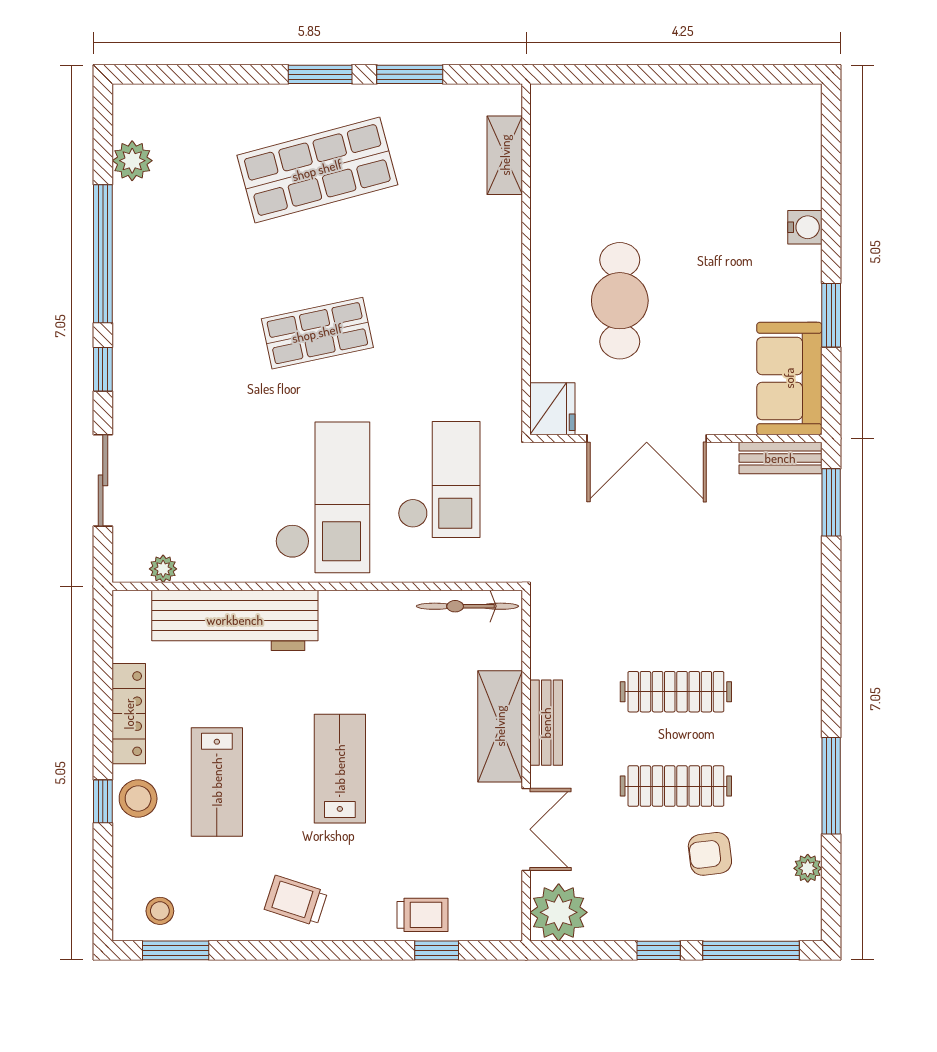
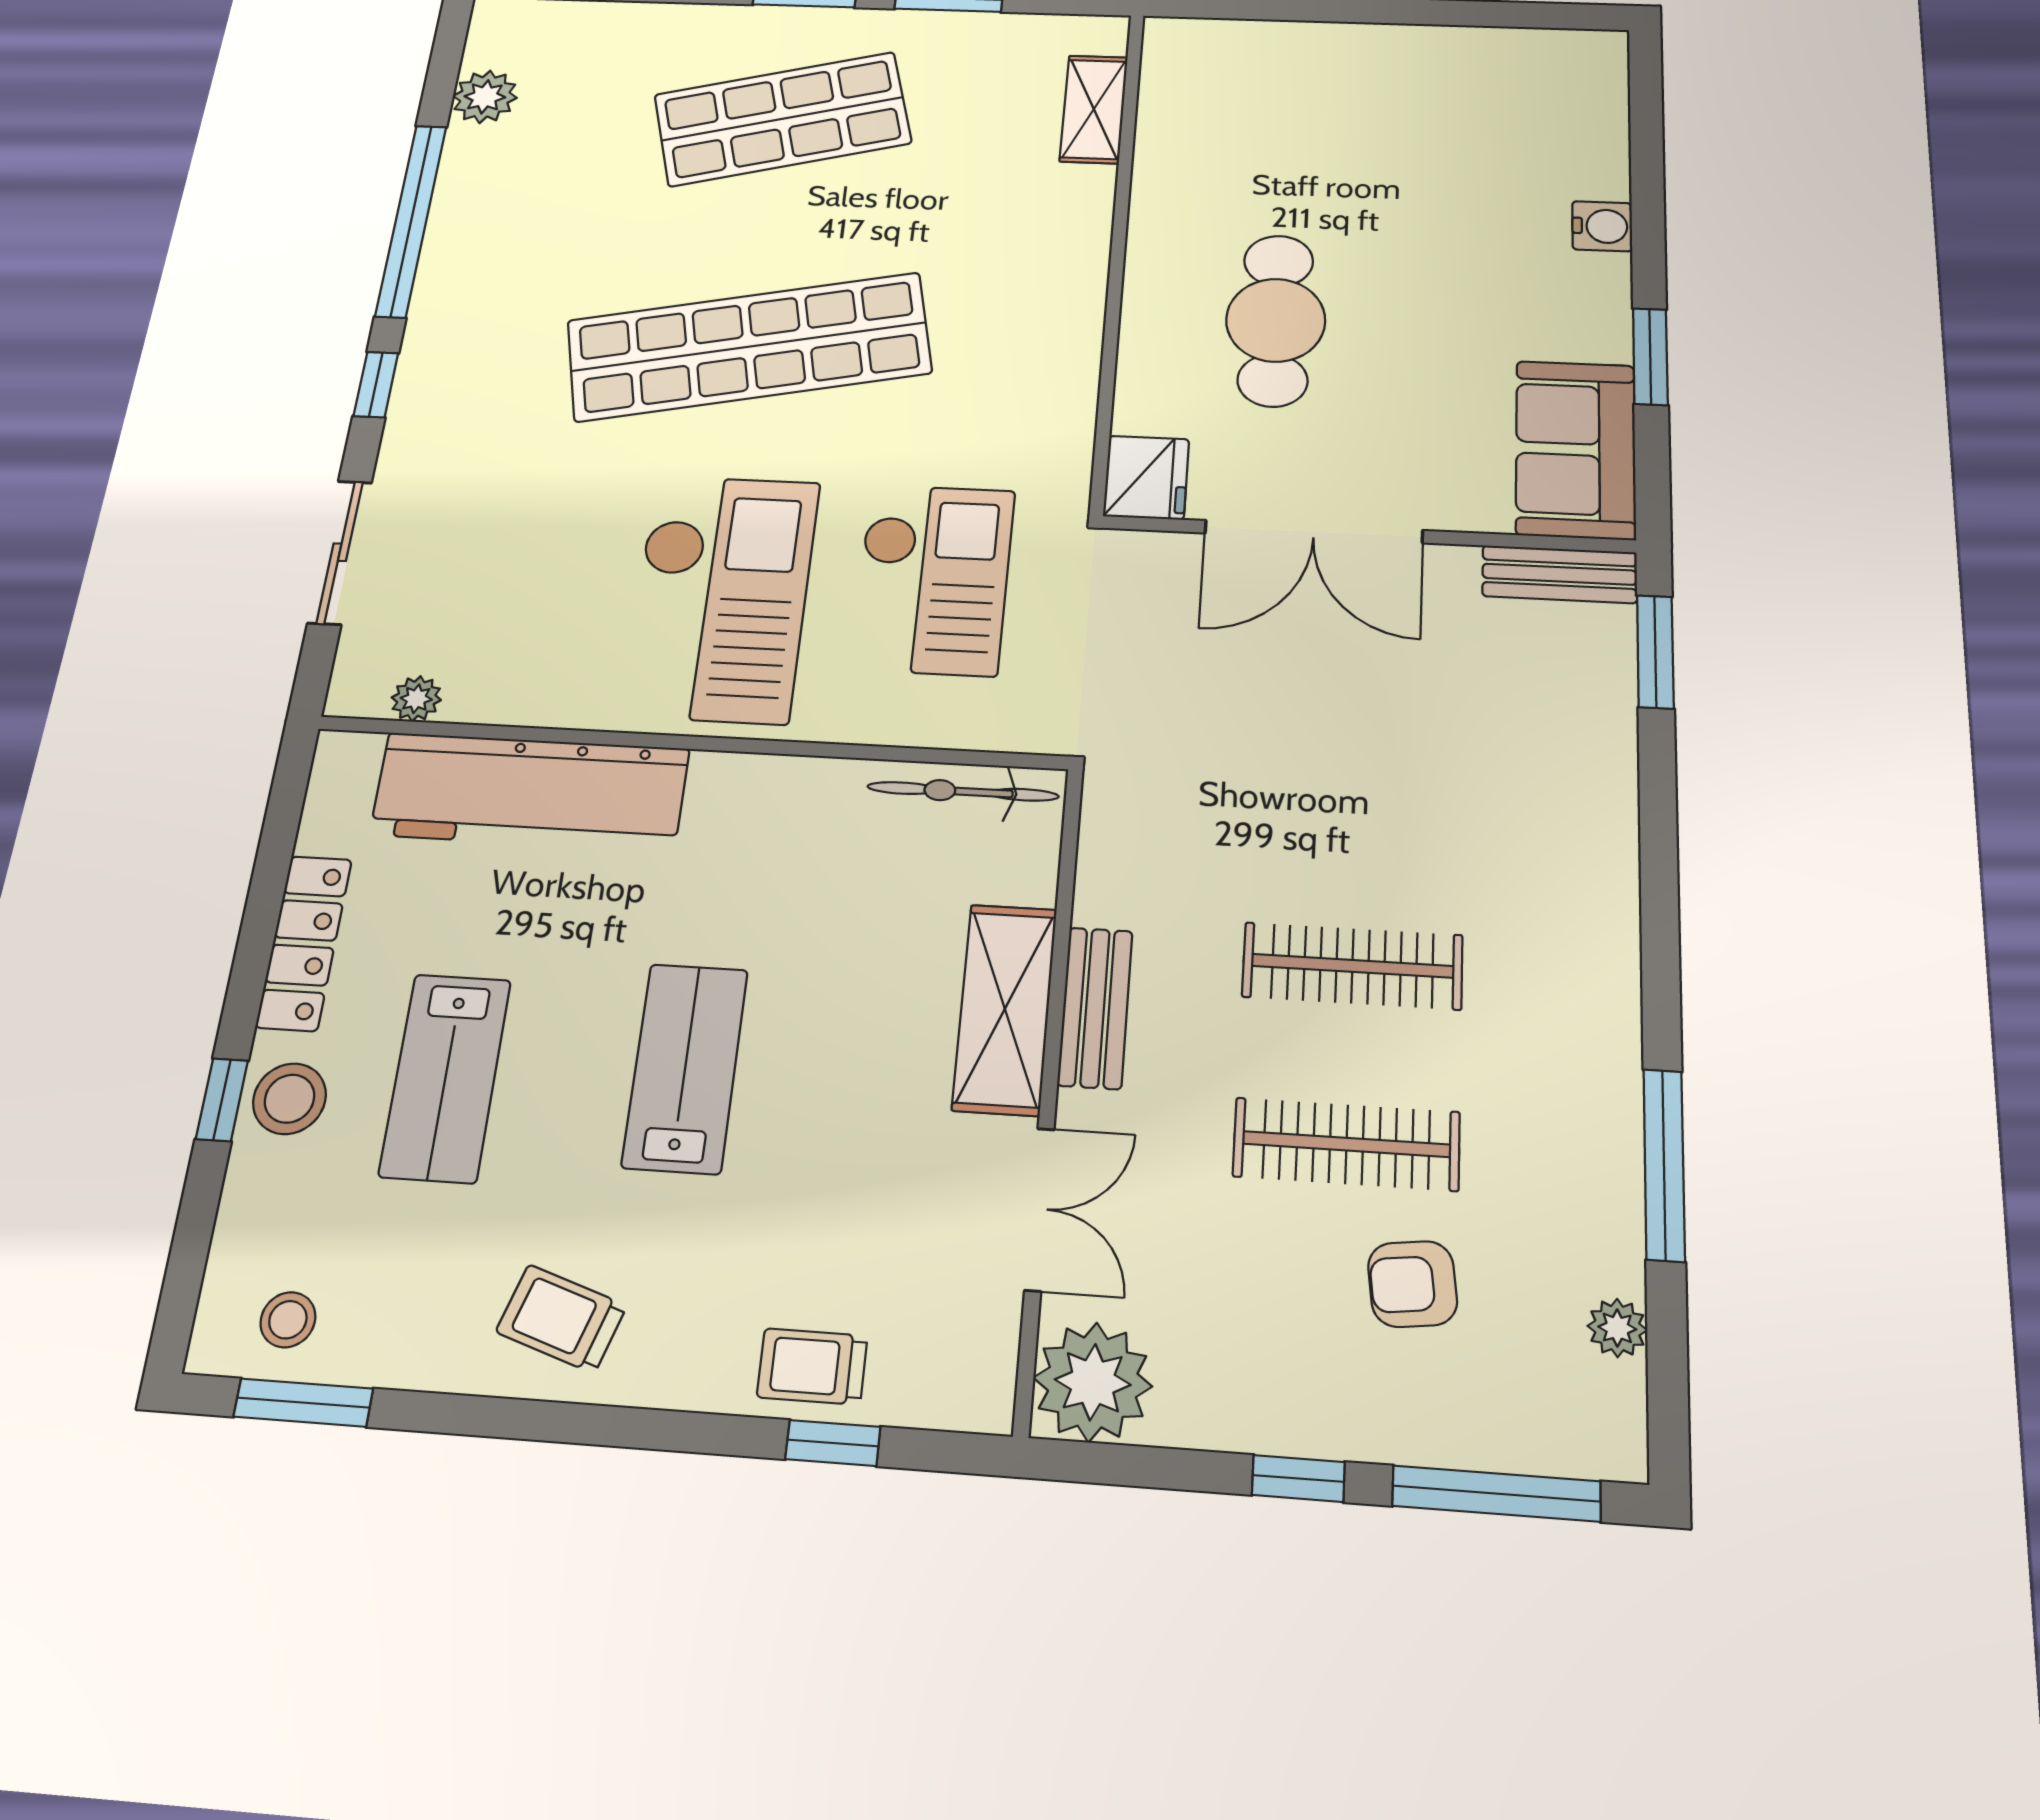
shop shelf: (317, 333) -> (748, 347), width x2.00, depth x1.36
trolley: (422, 915) -> (812, 1366), turned 180

